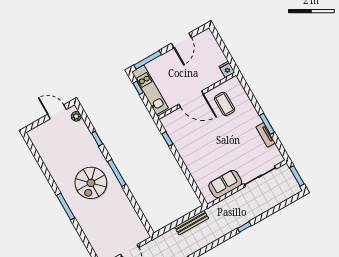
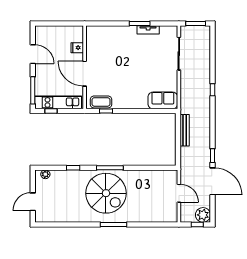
fridge: (227, 69) -> (77, 48), moved
door: (191, 99) -> (85, 74), swing flipped
coffee table: (225, 104) -> (101, 102), moved
door: (57, 112) -> (33, 202), moved
spiral stairs: (91, 183) -> (106, 193), width x1.37, depth x1.37
sofa: (225, 184) -> (163, 100), moved, turned 90

